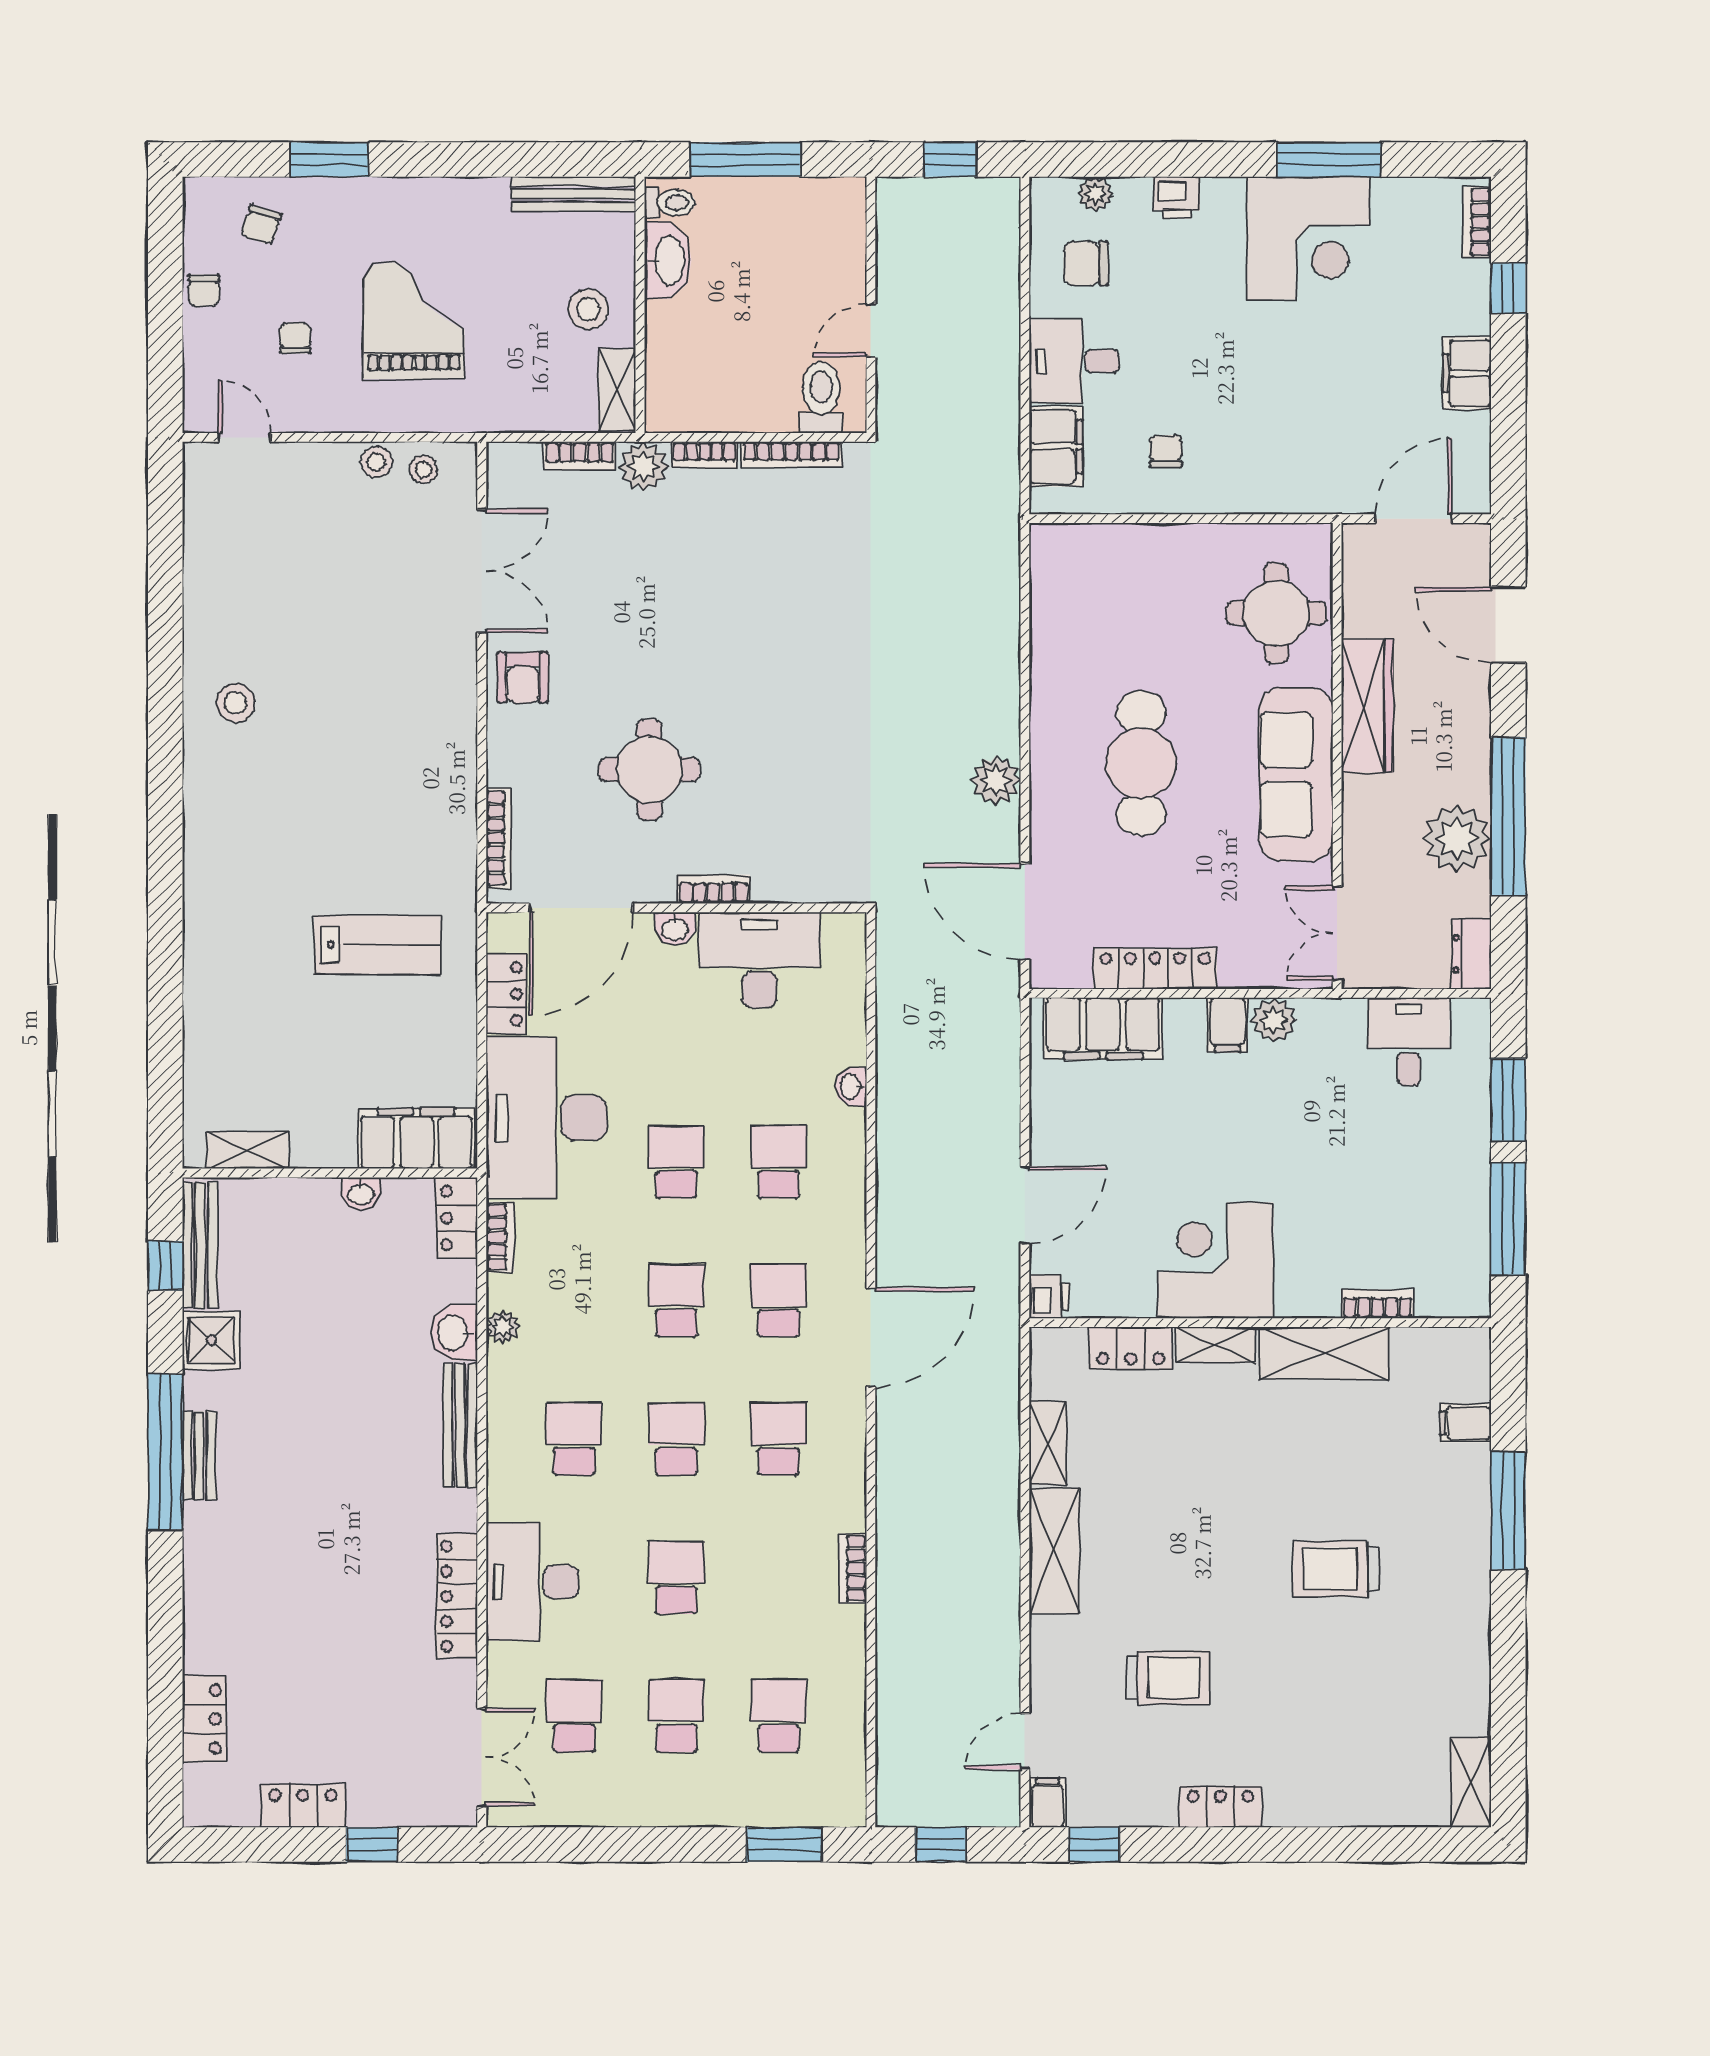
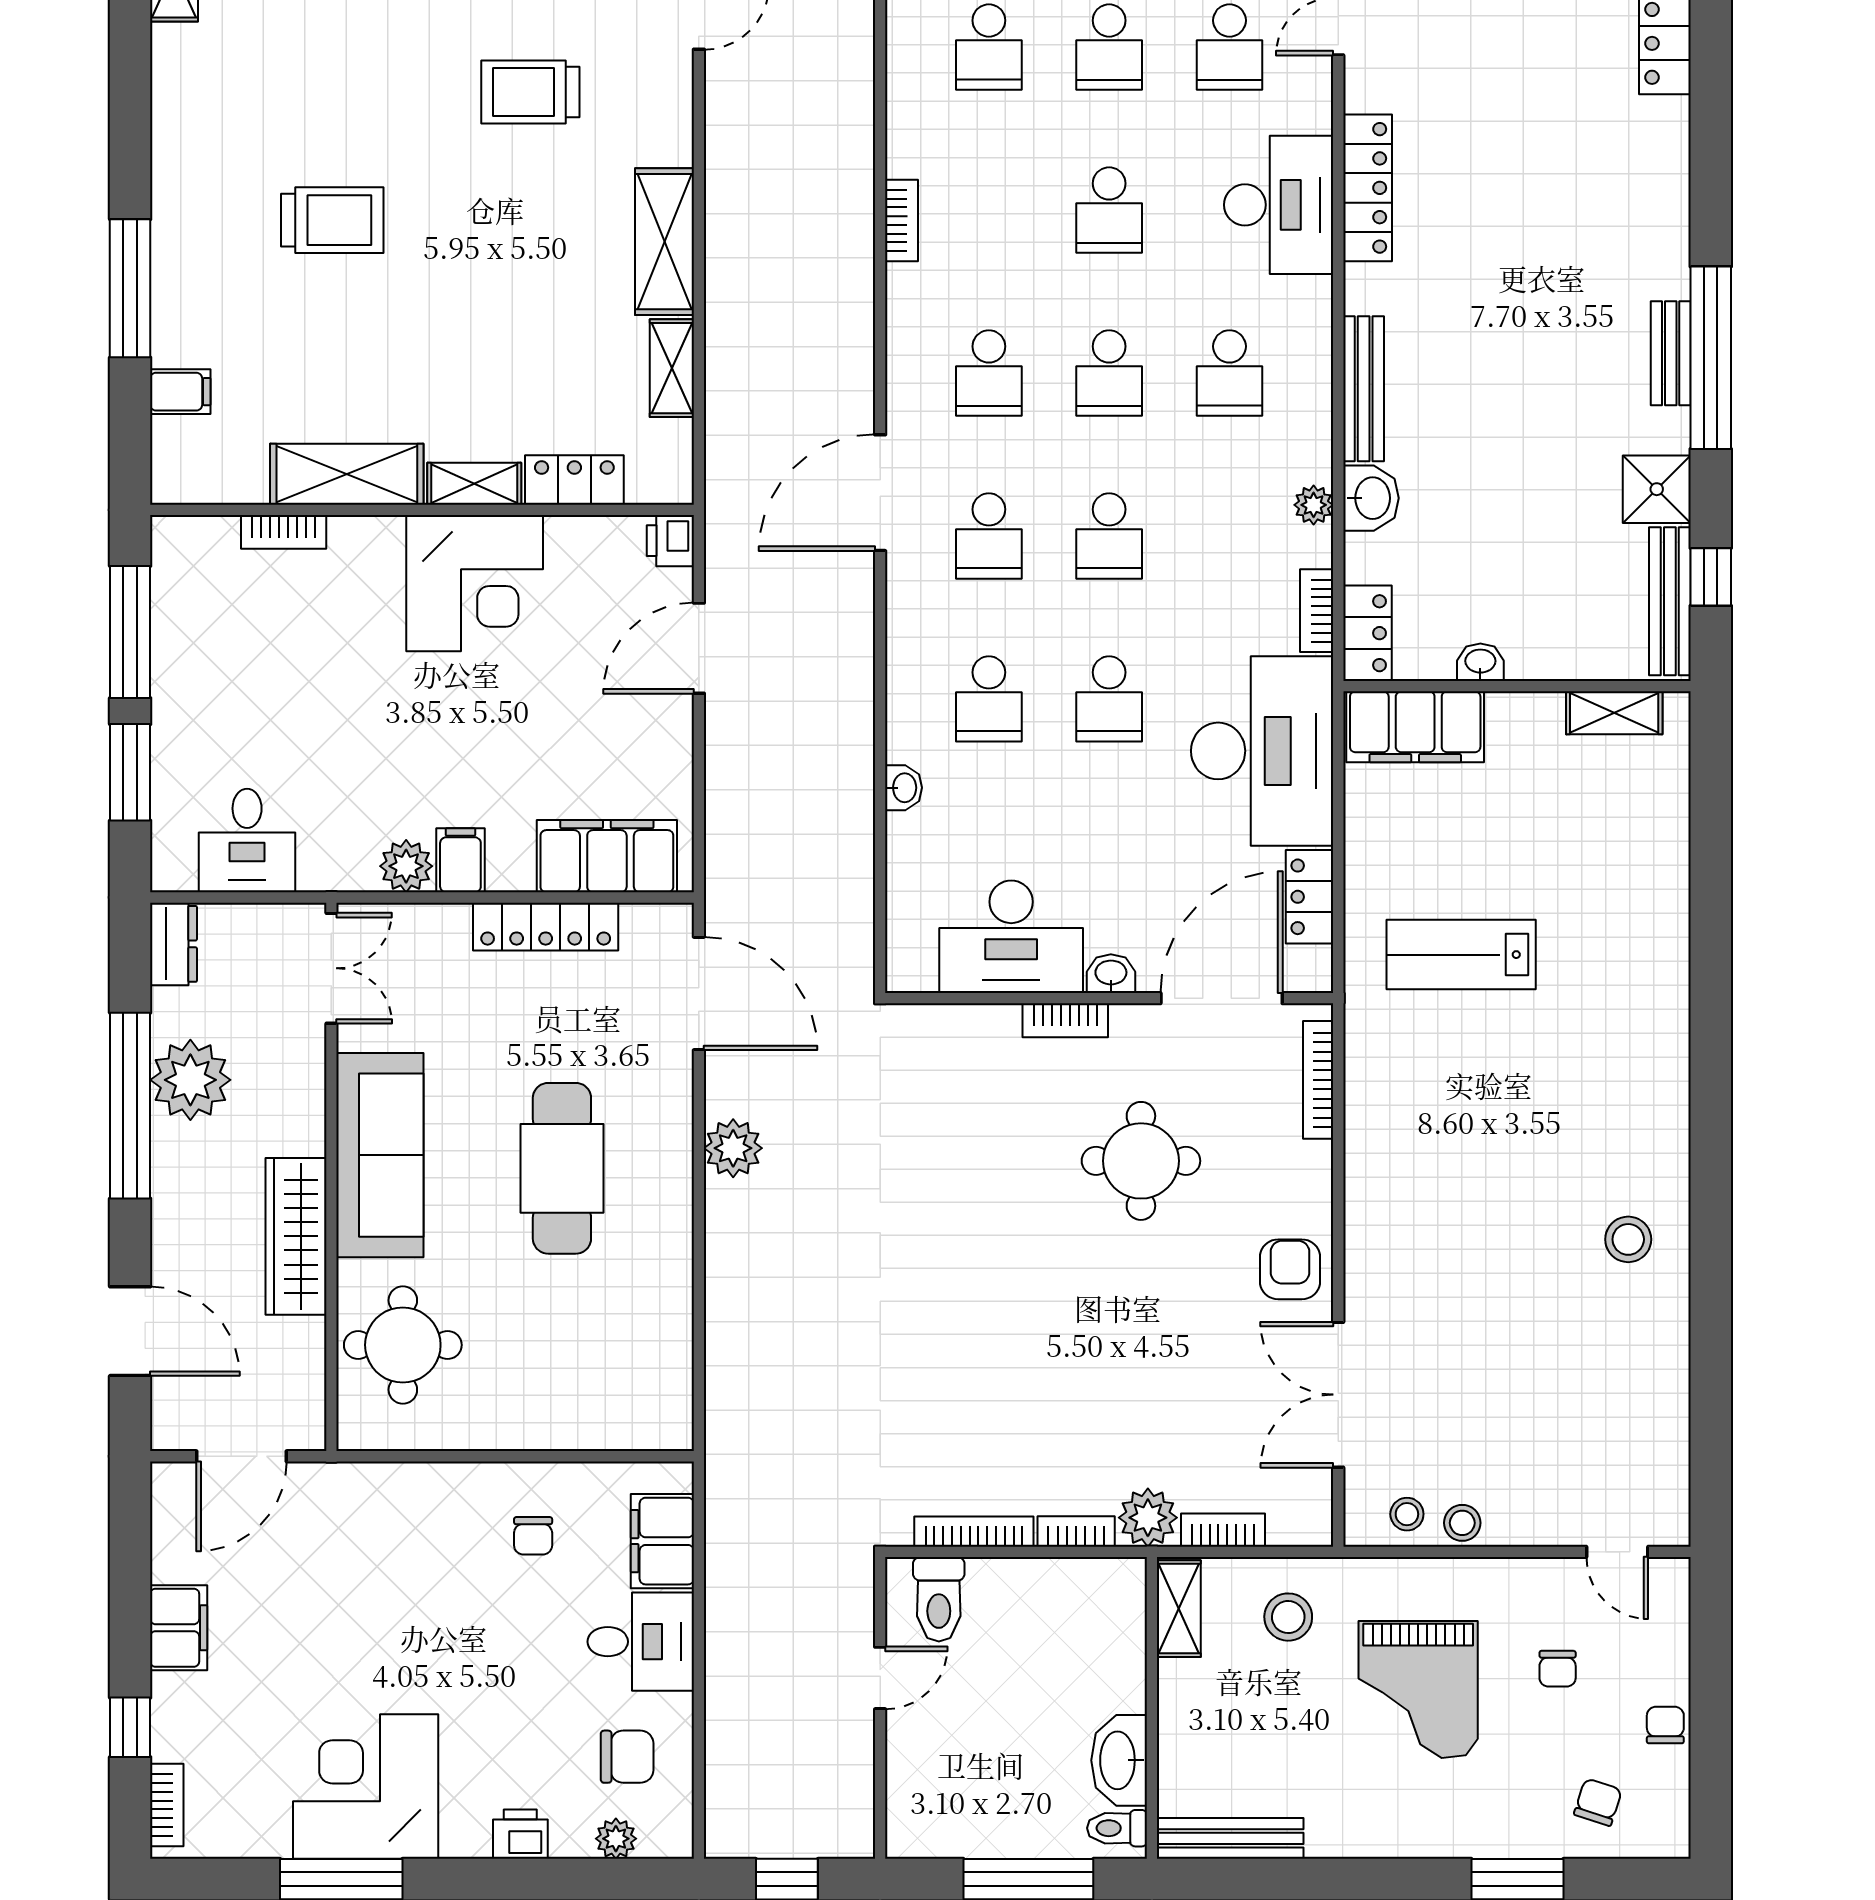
stool: (588, 309) -> (1288, 1617), moved

